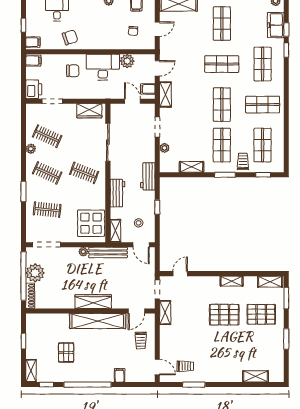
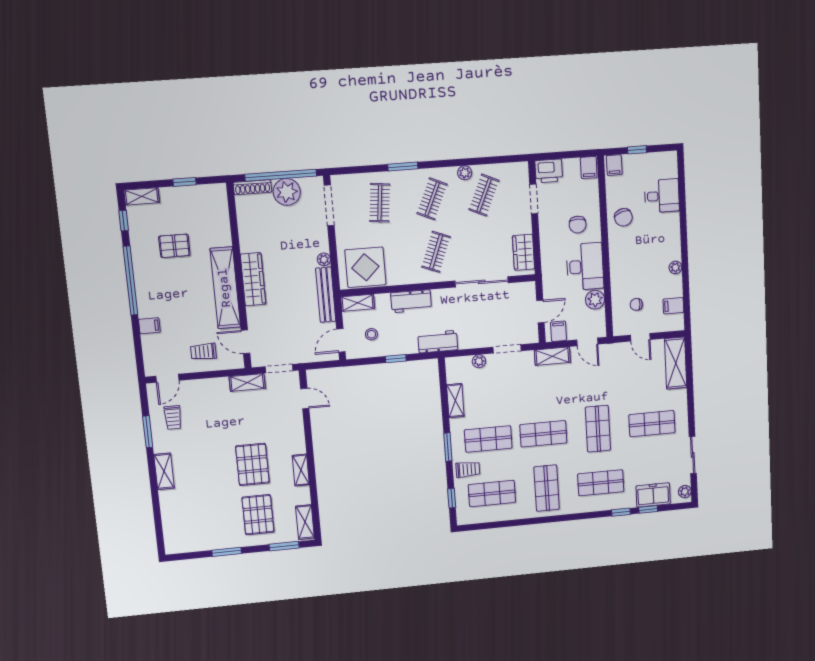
shelving: (255, 376) -> (164, 471), moved

